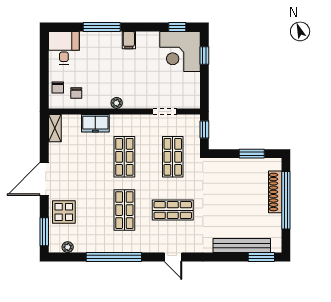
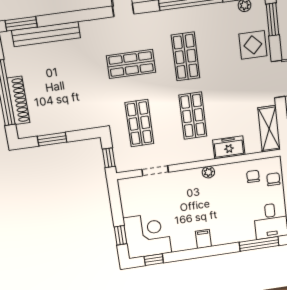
window: (102, 27) -> (259, 244), moved
shelving: (55, 128) -> (269, 129), width x1.50, depth x1.33

